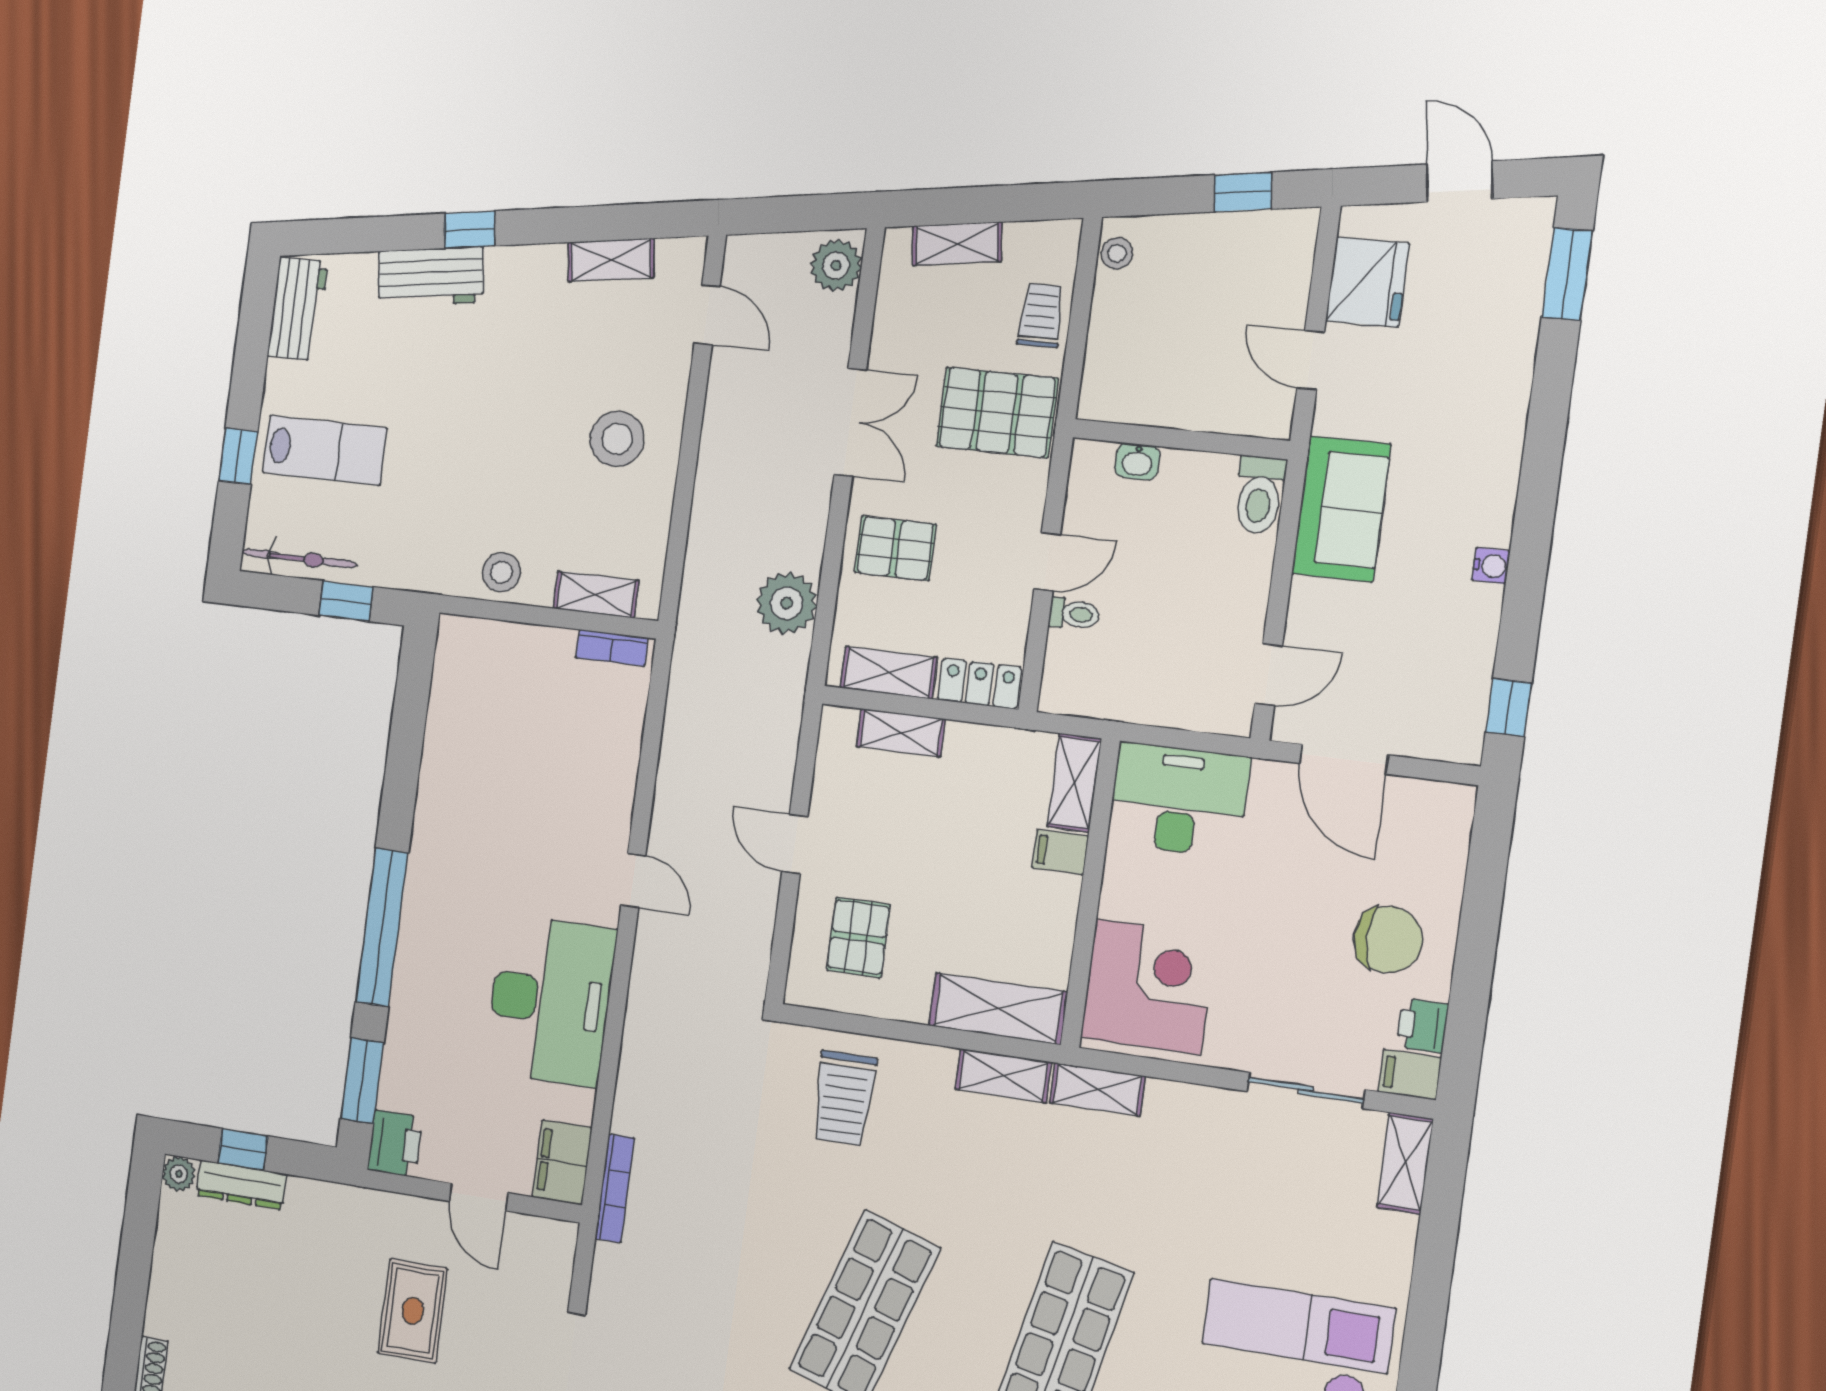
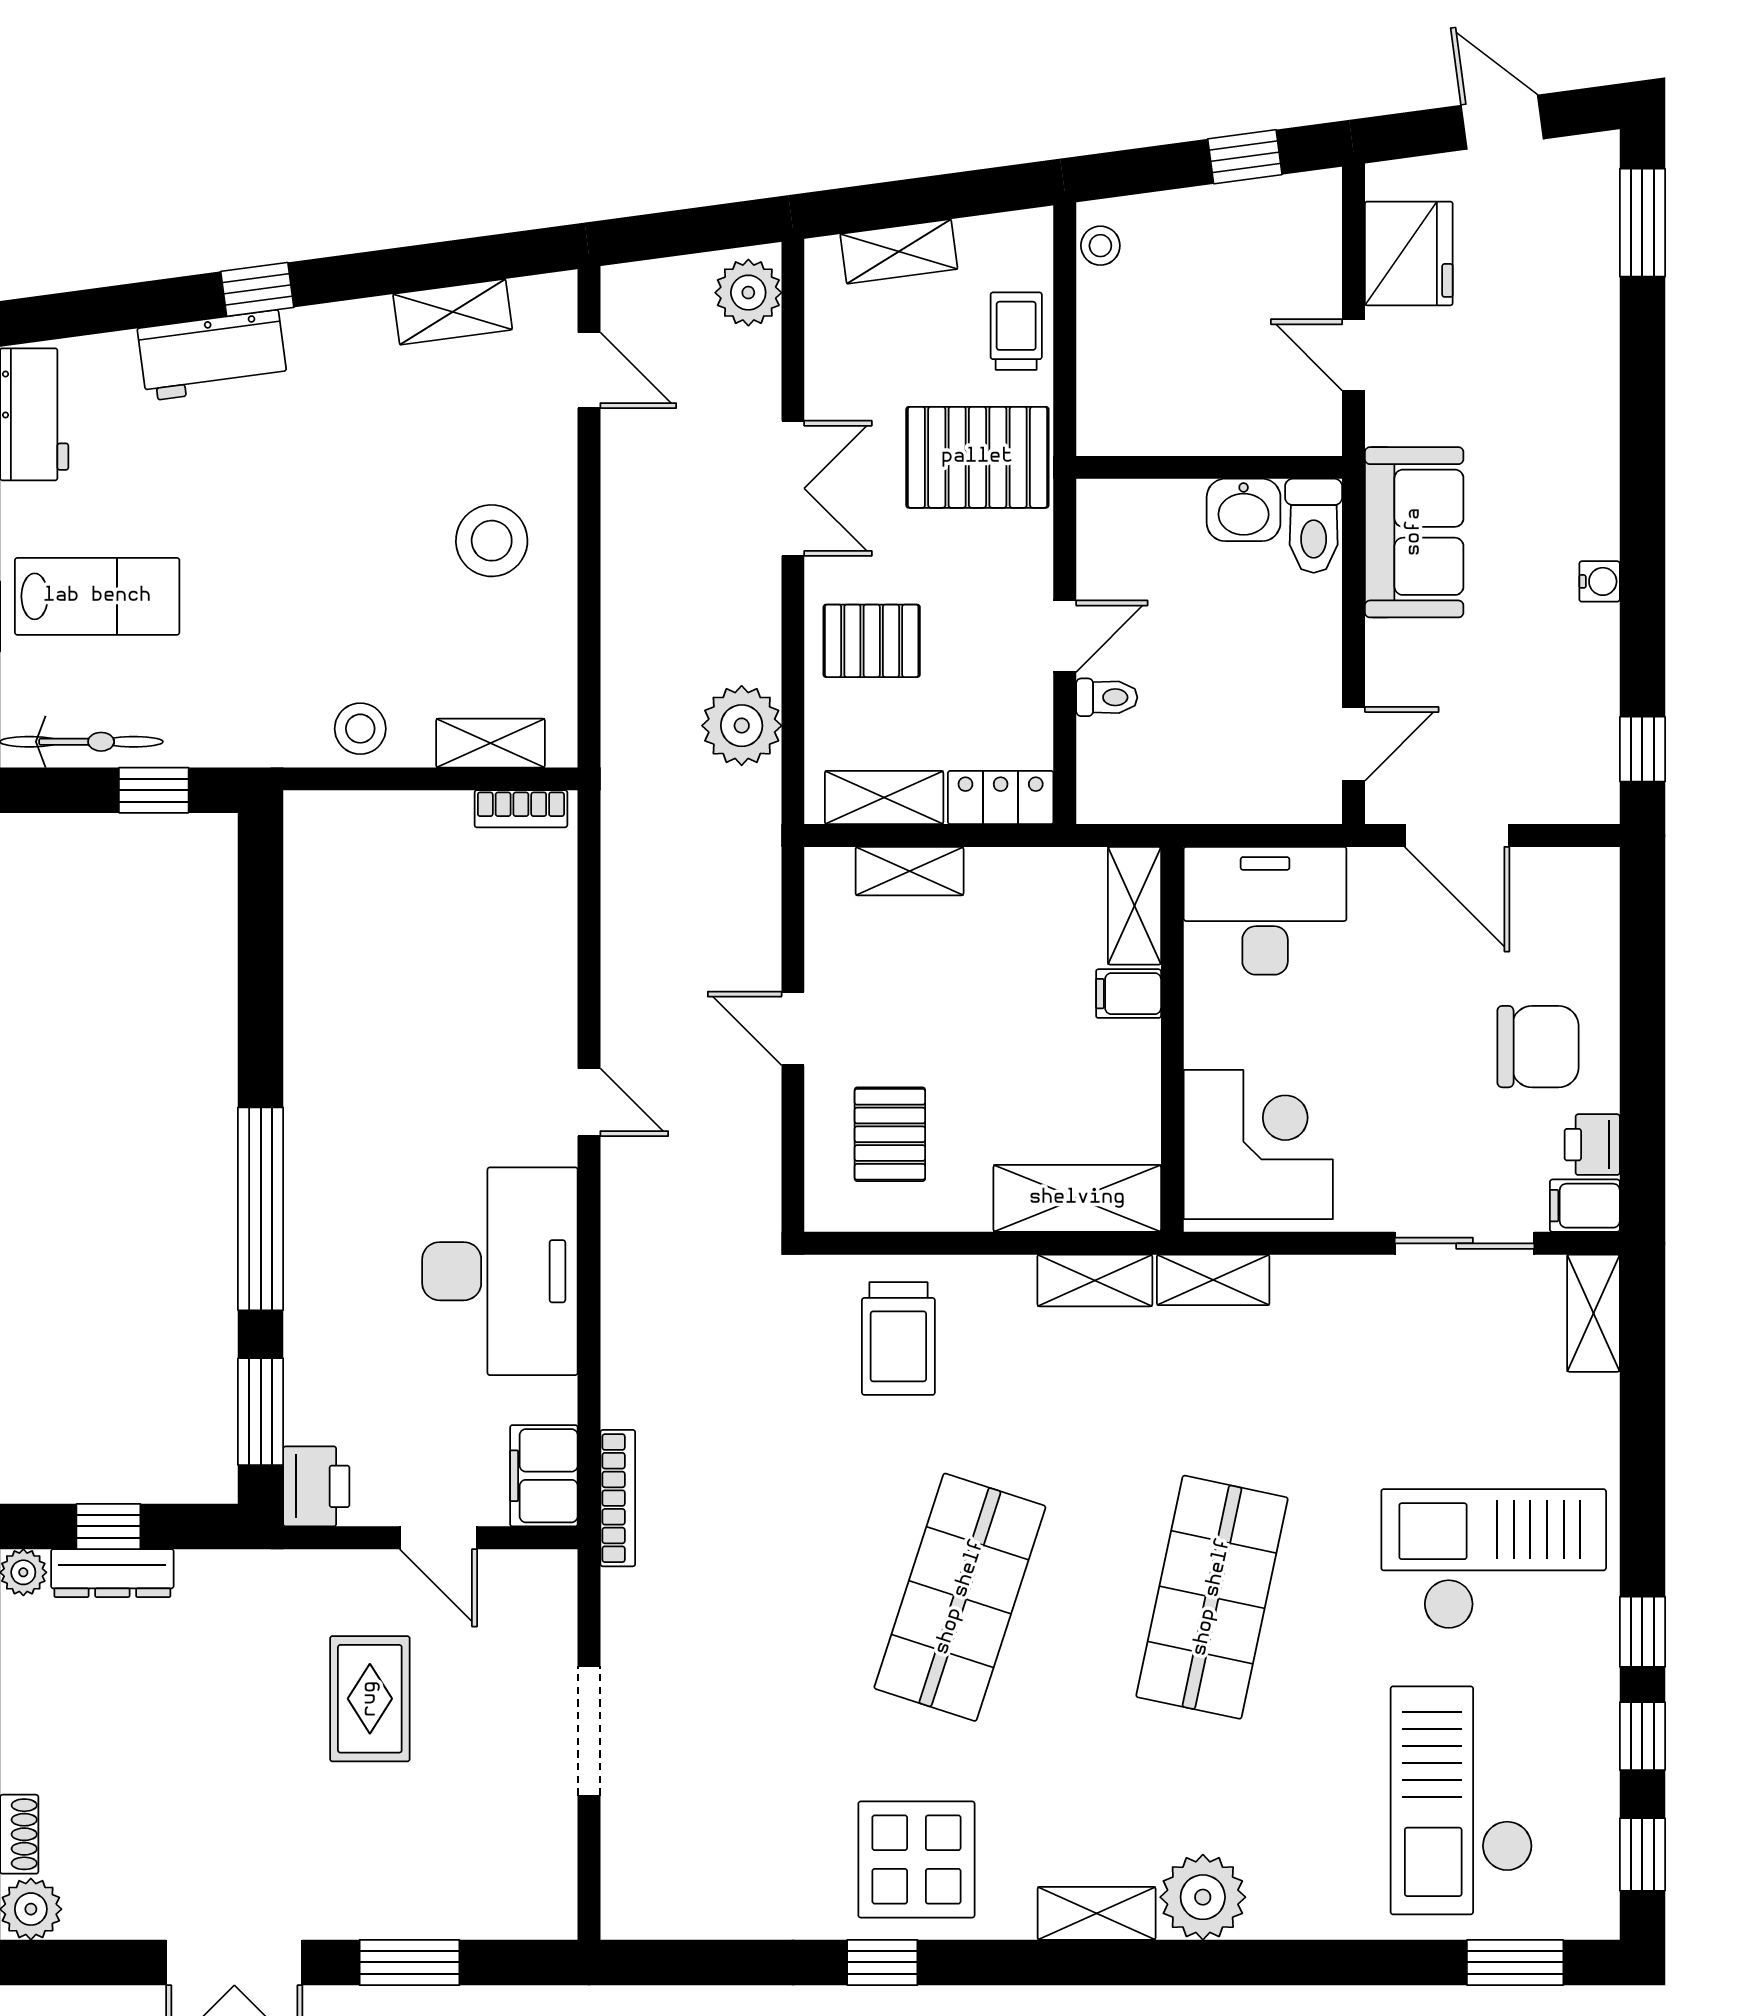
washbasin: (1137, 461) -> (1244, 510), moved, width x1.38, depth x1.45

